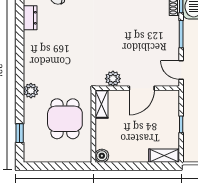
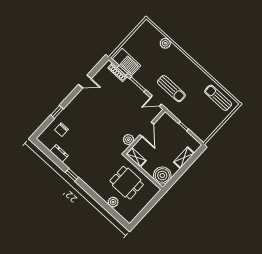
plant: (31, 91) -> (113, 202), moved
window: (20, 133) -> (72, 175), moved
boiler: (102, 156) -> (162, 175), width x1.86, depth x1.86
shelving: (164, 156) -> (184, 158), moved

